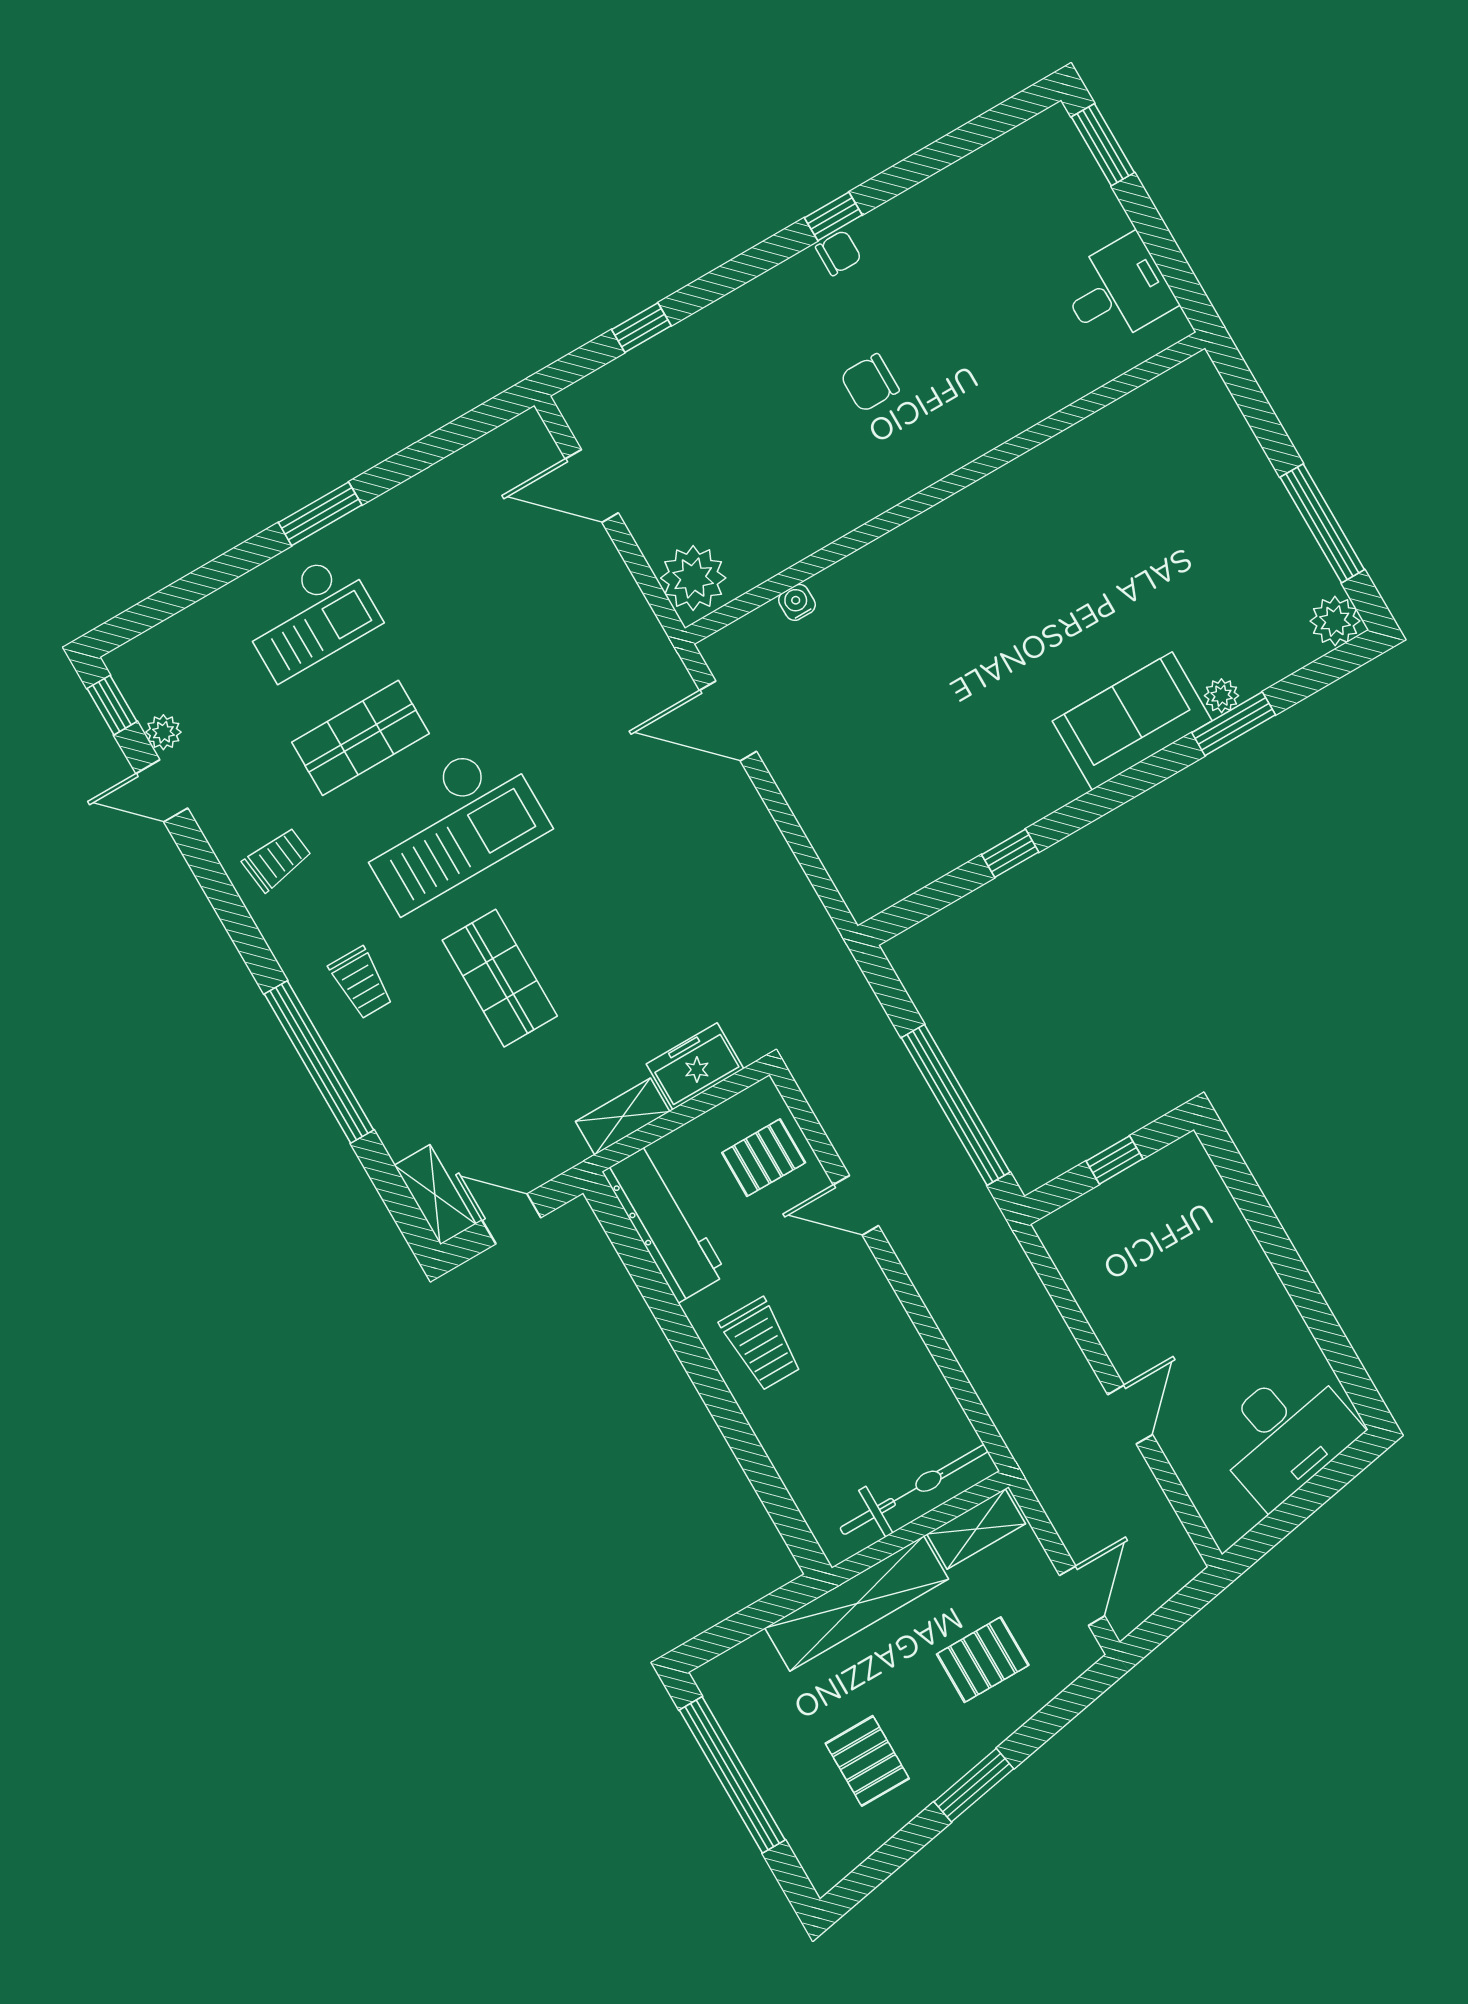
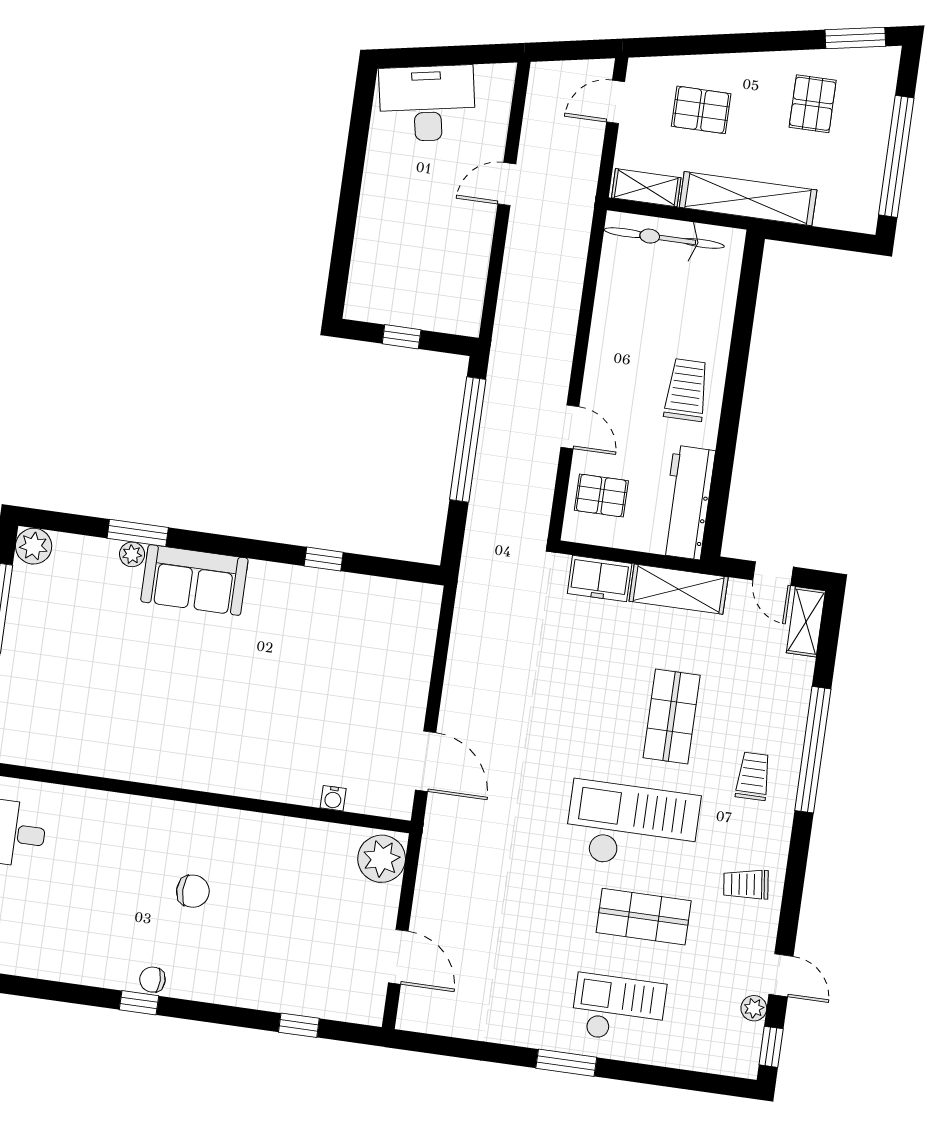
shelving: (623, 1117) -> (679, 589), width x1.50, depth x1.33
window: (974, 1785) -> (855, 38), moved

